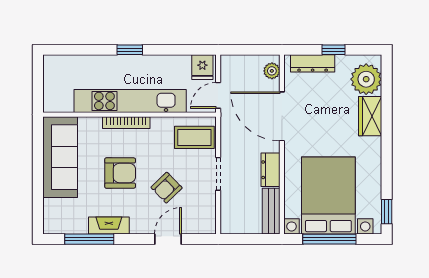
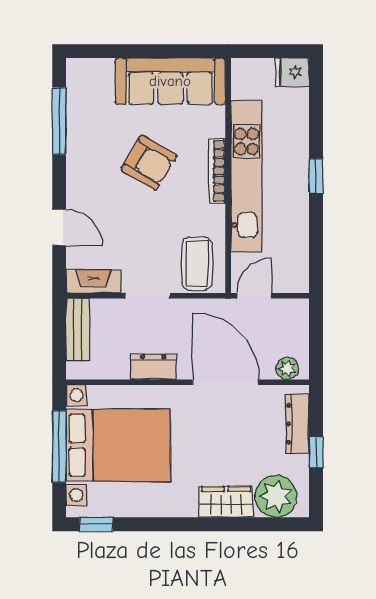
fridge: (202, 67) -> (292, 72), moved
door: (218, 95) -> (254, 296), hinge flipped
door: (282, 116) -> (226, 382), hinge flipped
armchair: (120, 173) -> (149, 163), turned -59
armchair: (167, 188) -> (129, 226), removed
bench: (271, 211) -> (78, 330), moved, turned 90
fireplace: (109, 225) -> (93, 281), moved, turned -90

